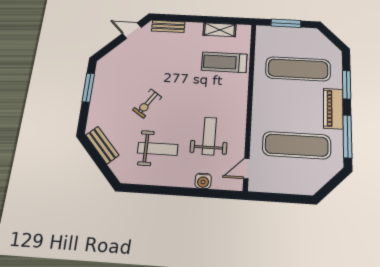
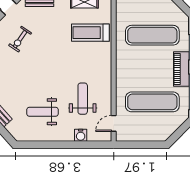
exercise bike: (147, 103) -> (20, 39), moved
weight bench: (158, 149) -> (42, 112), turned 180

